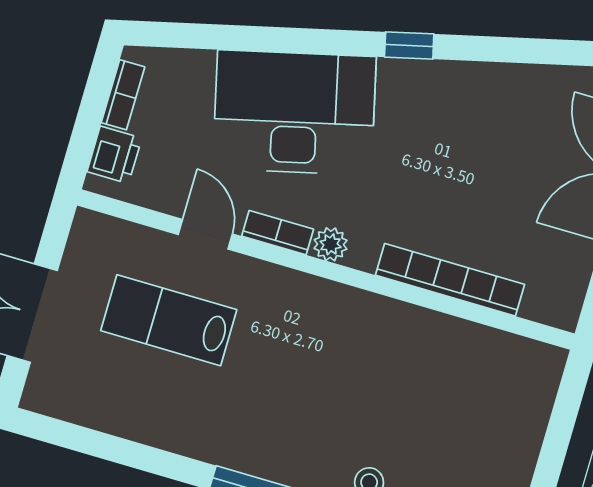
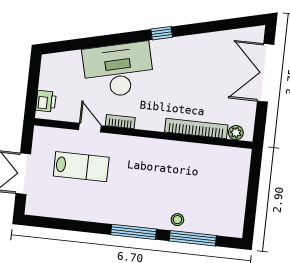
bookcase: (123, 95) -> (45, 75), removed
plant: (331, 244) -> (236, 133), moved
lab bench: (169, 320) -> (81, 167), turned 180

